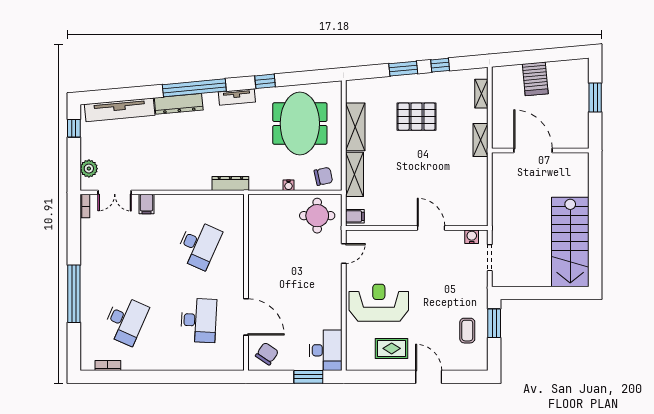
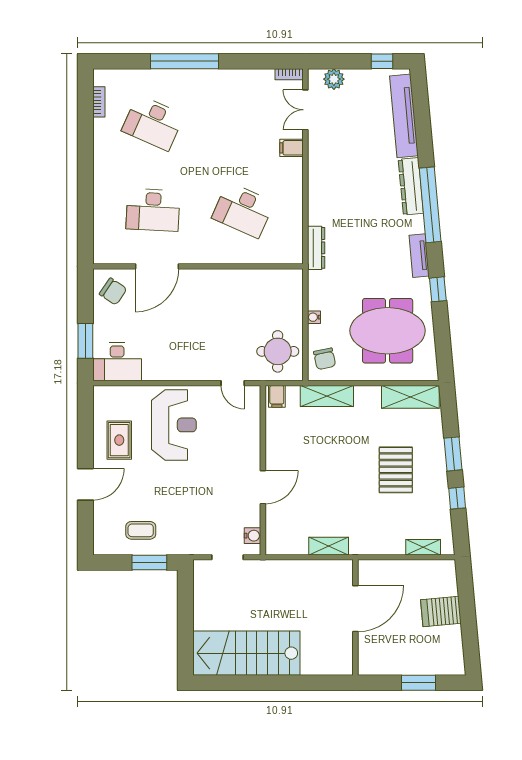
shelving: (355, 127) -> (410, 397), moved
shelving: (480, 140) -> (329, 546), moved

